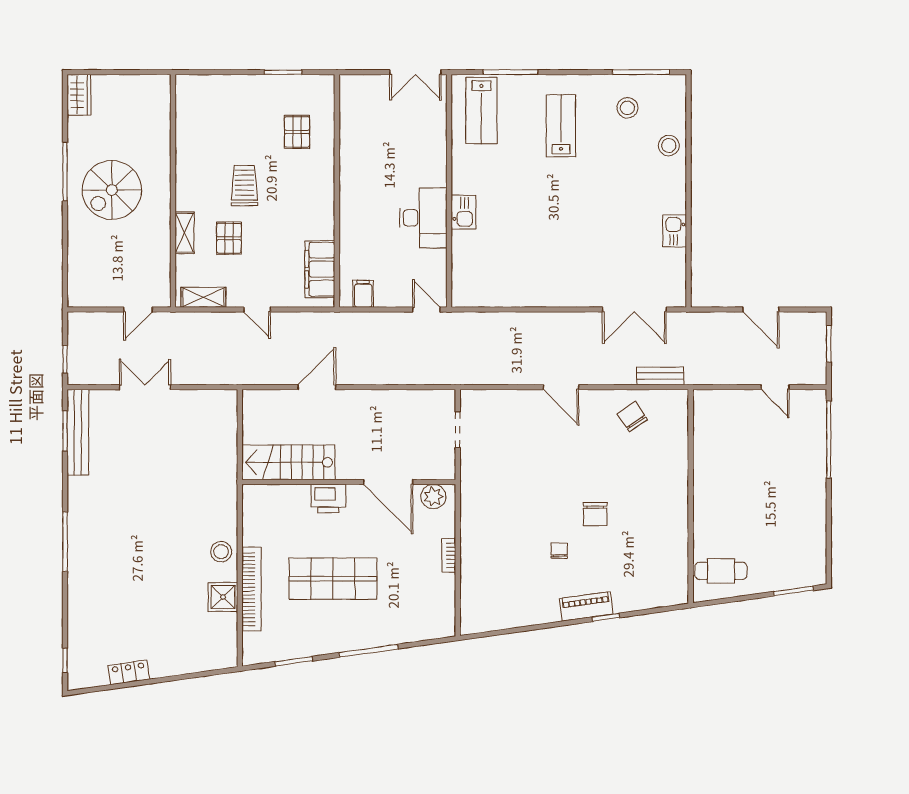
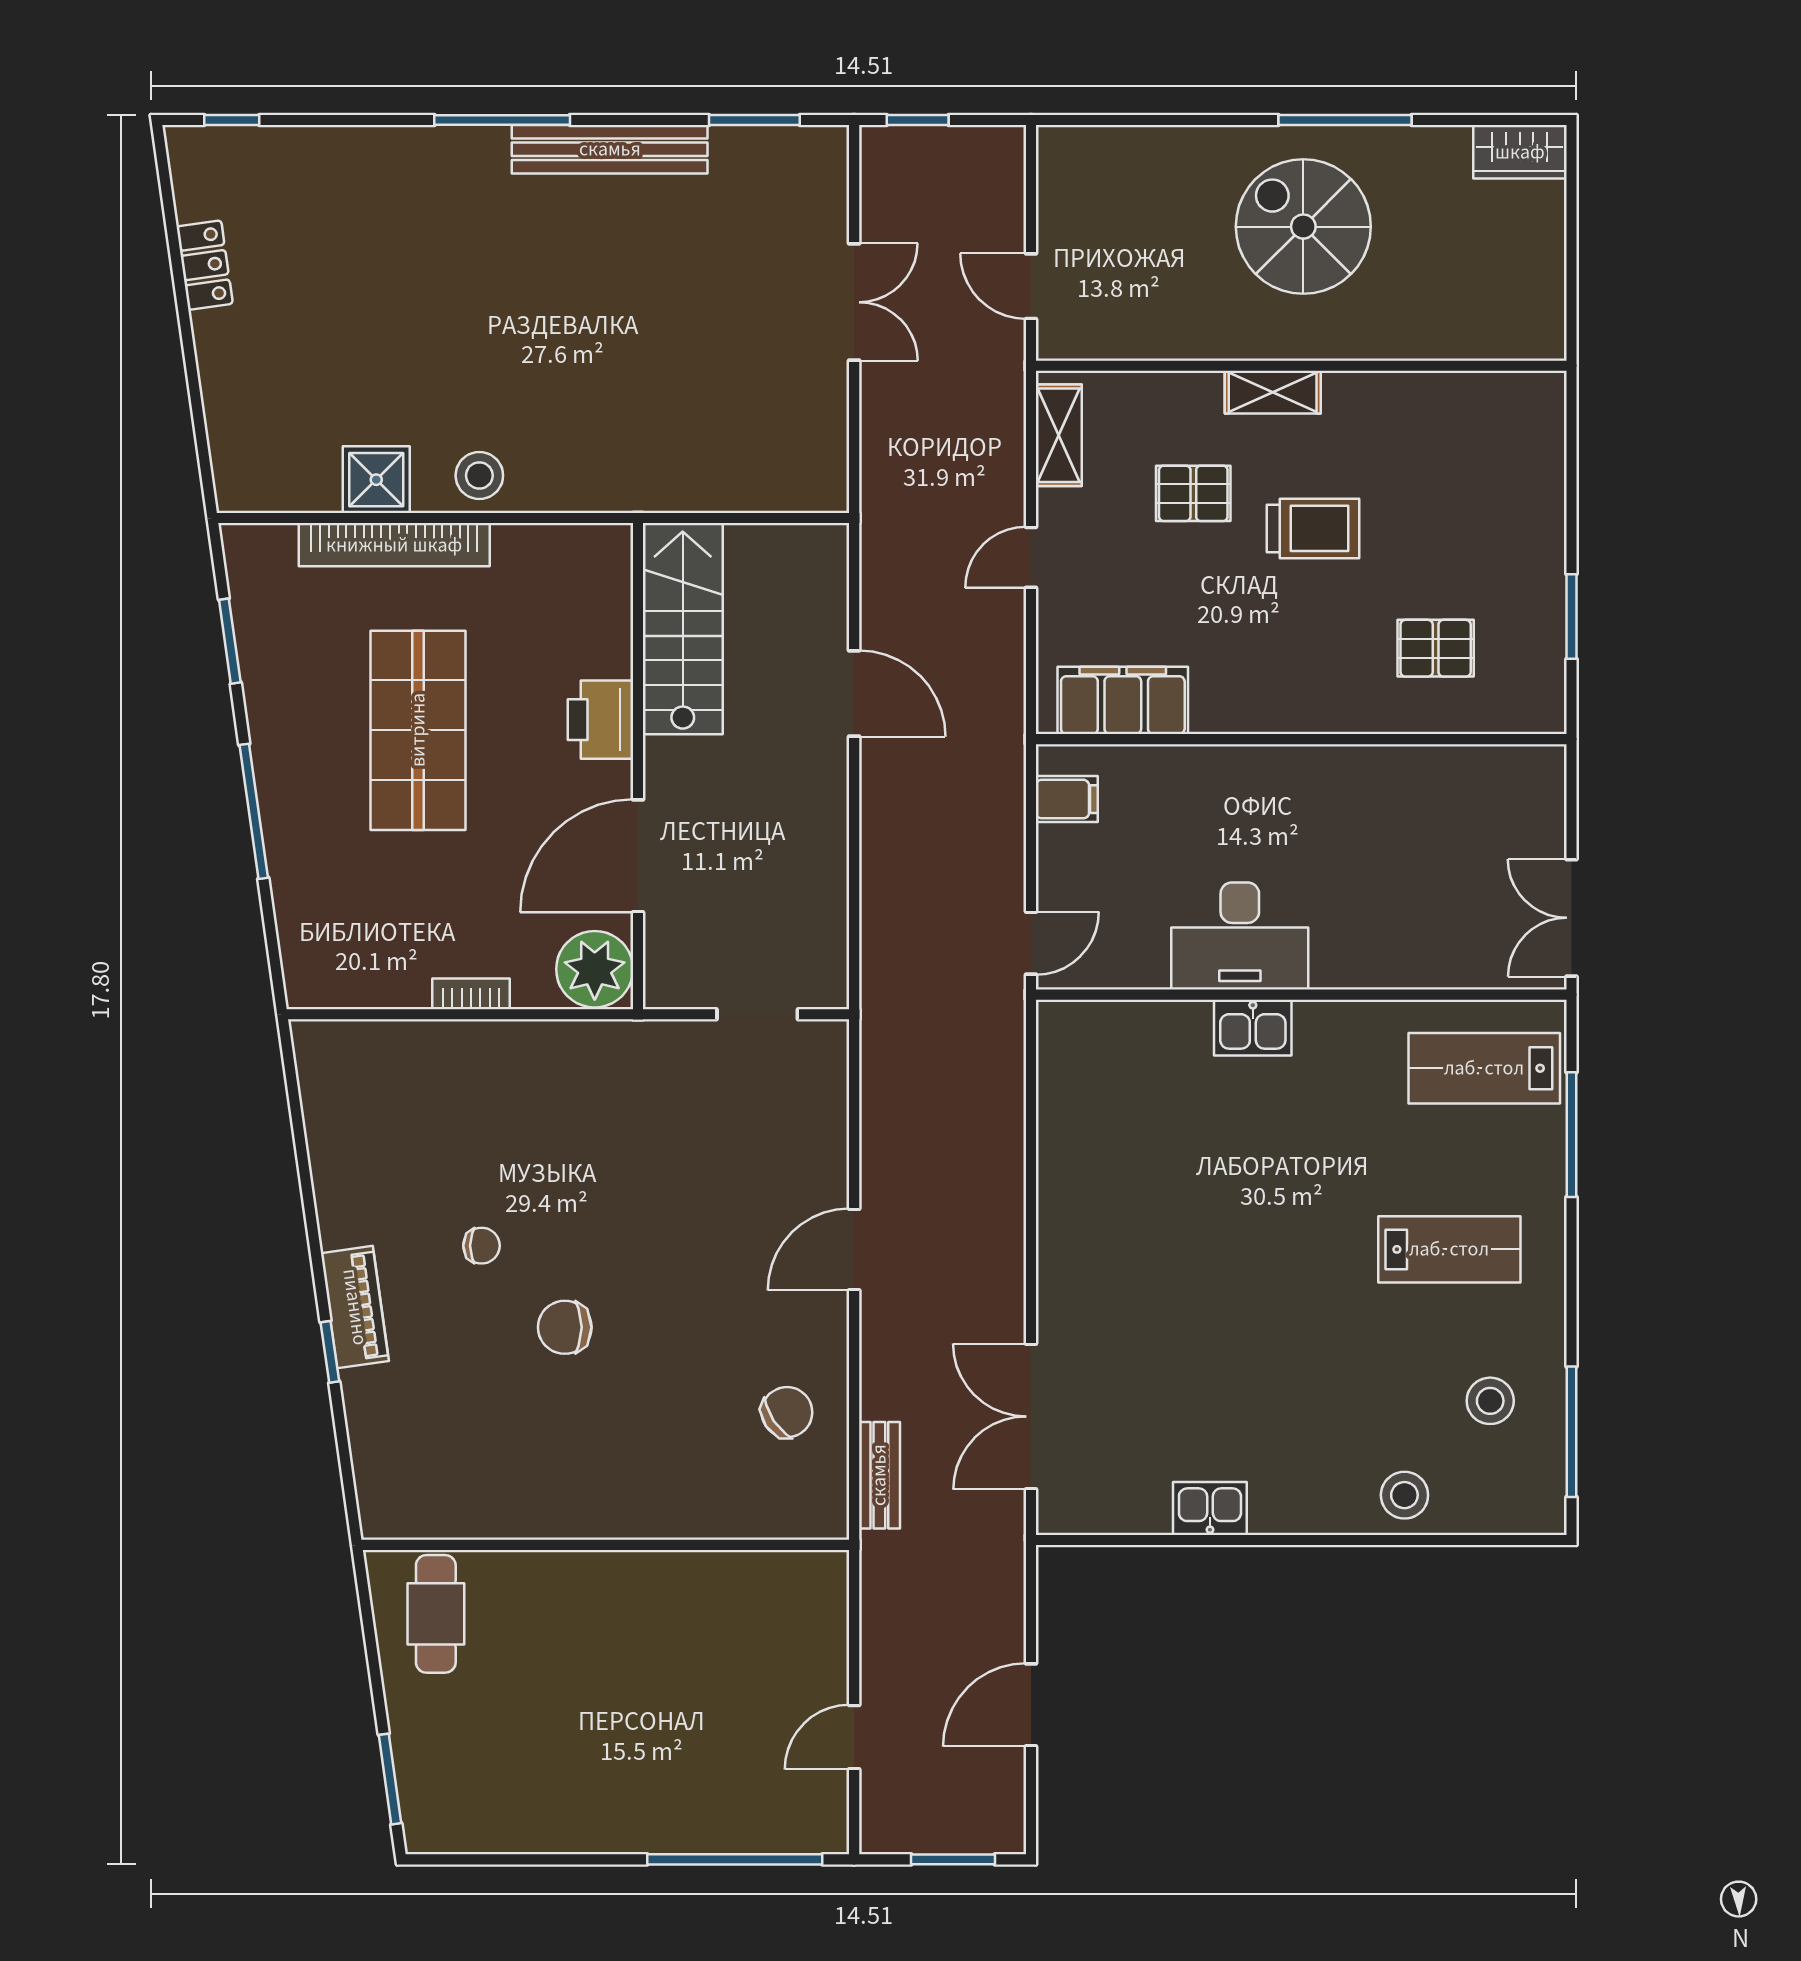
shelving: (185, 233) -> (1273, 392), moved
bench: (78, 432) -> (610, 149), moved
plant: (433, 497) -> (595, 969), width x1.36, depth x1.36

